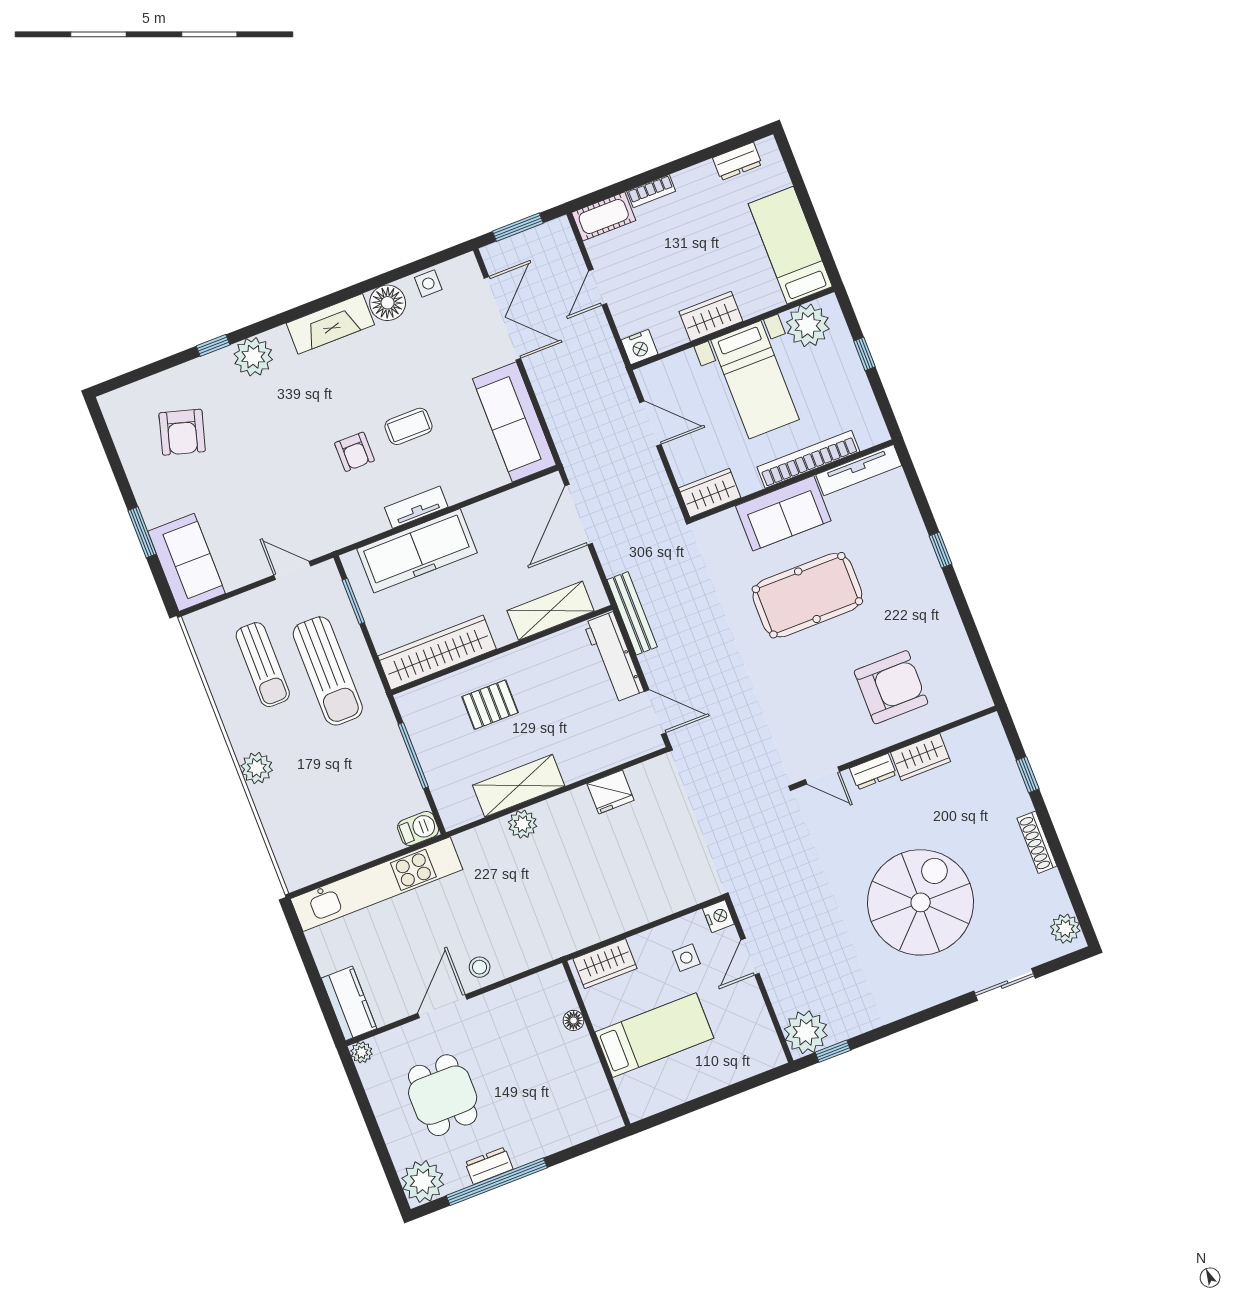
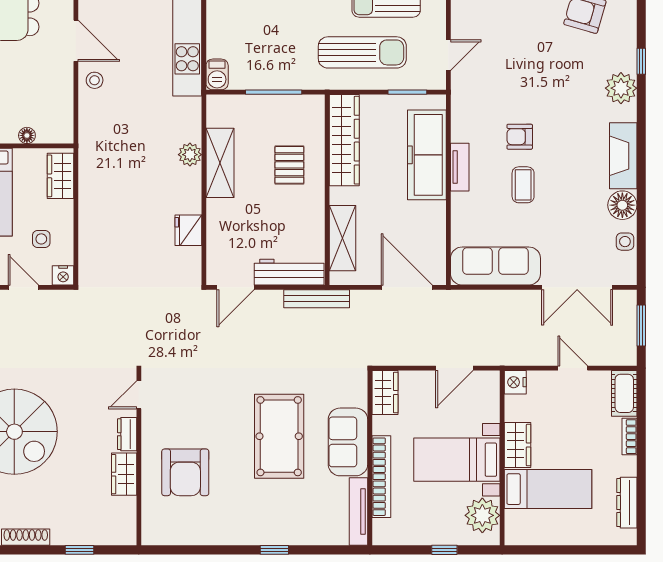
dresser: (737, 161) -> (627, 503), width x1.44
bed: (790, 245) -> (548, 489), moved
sun lounger: (328, 671) -> (362, 52), turned 180

